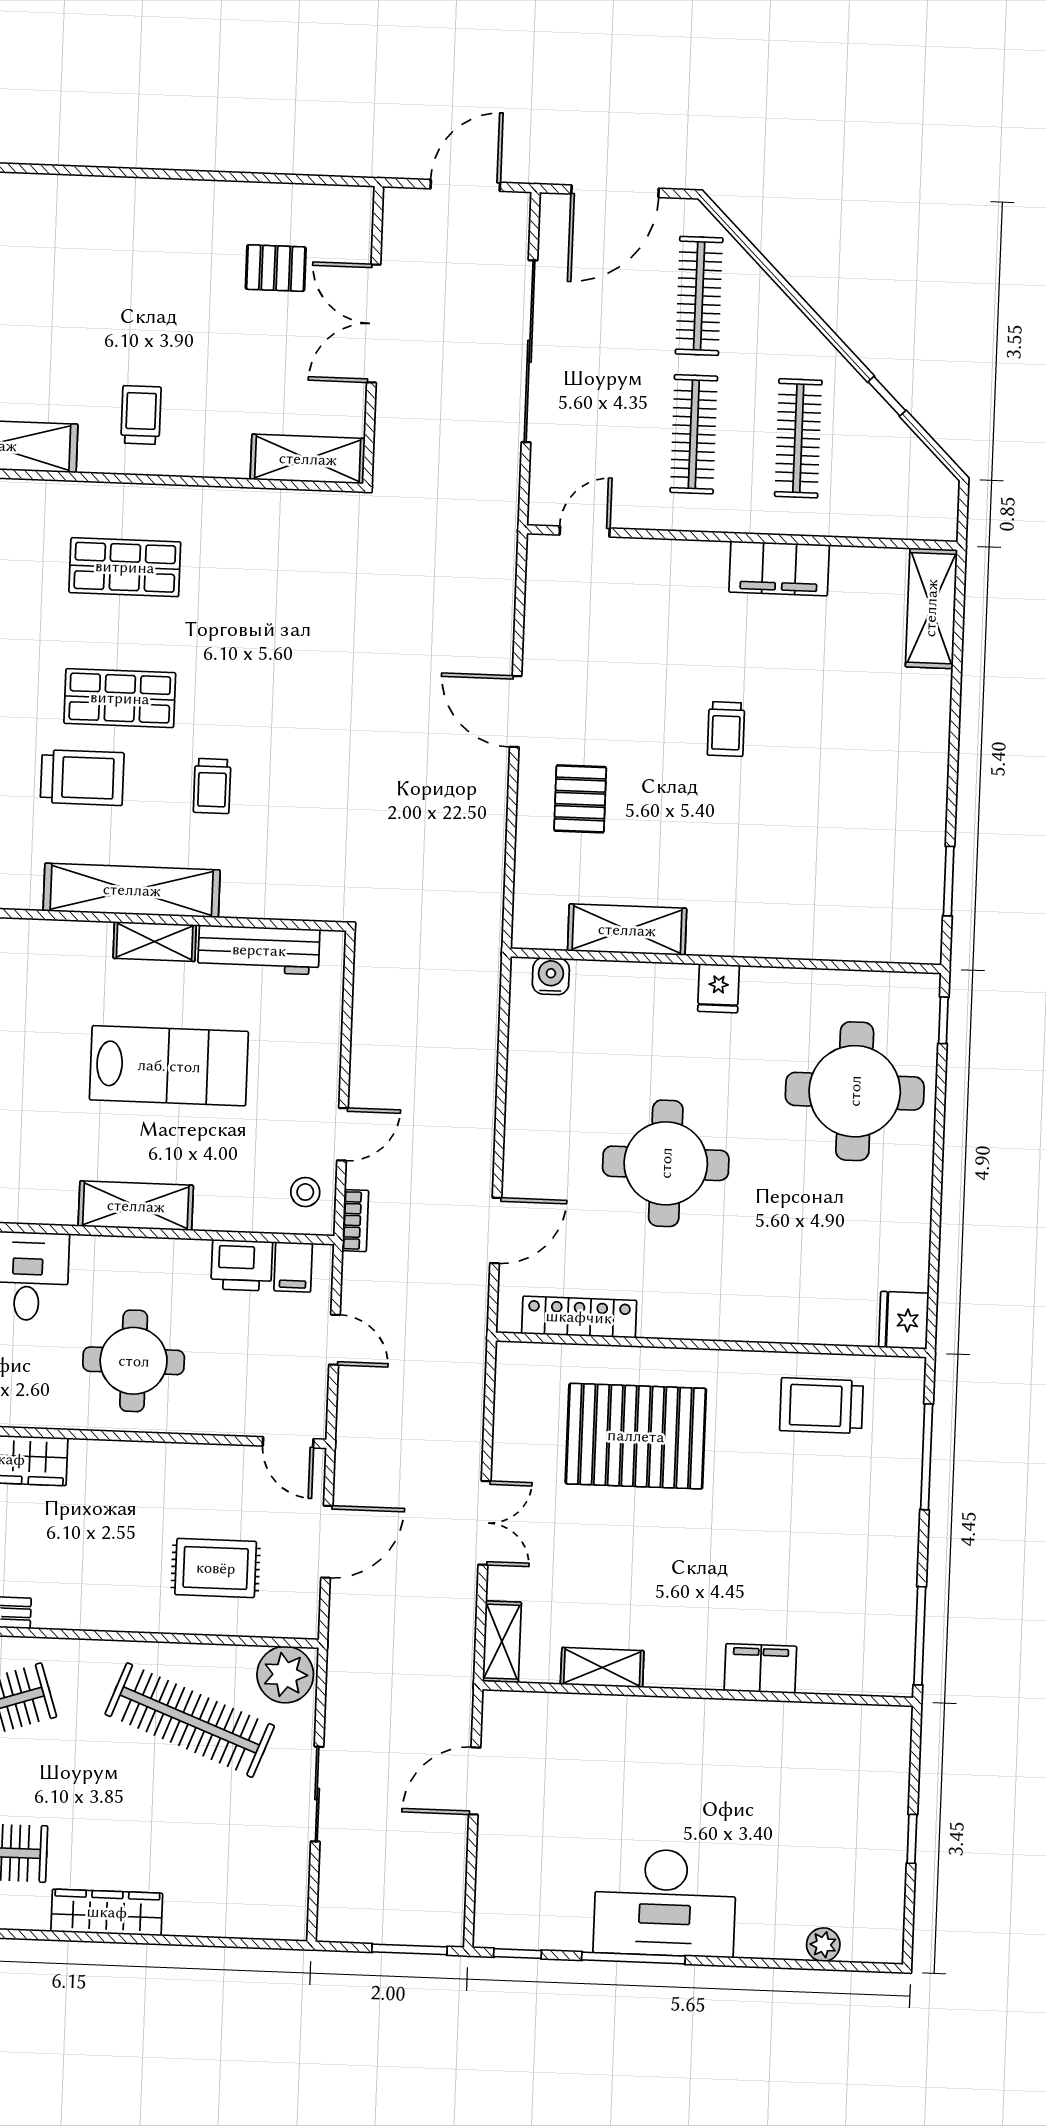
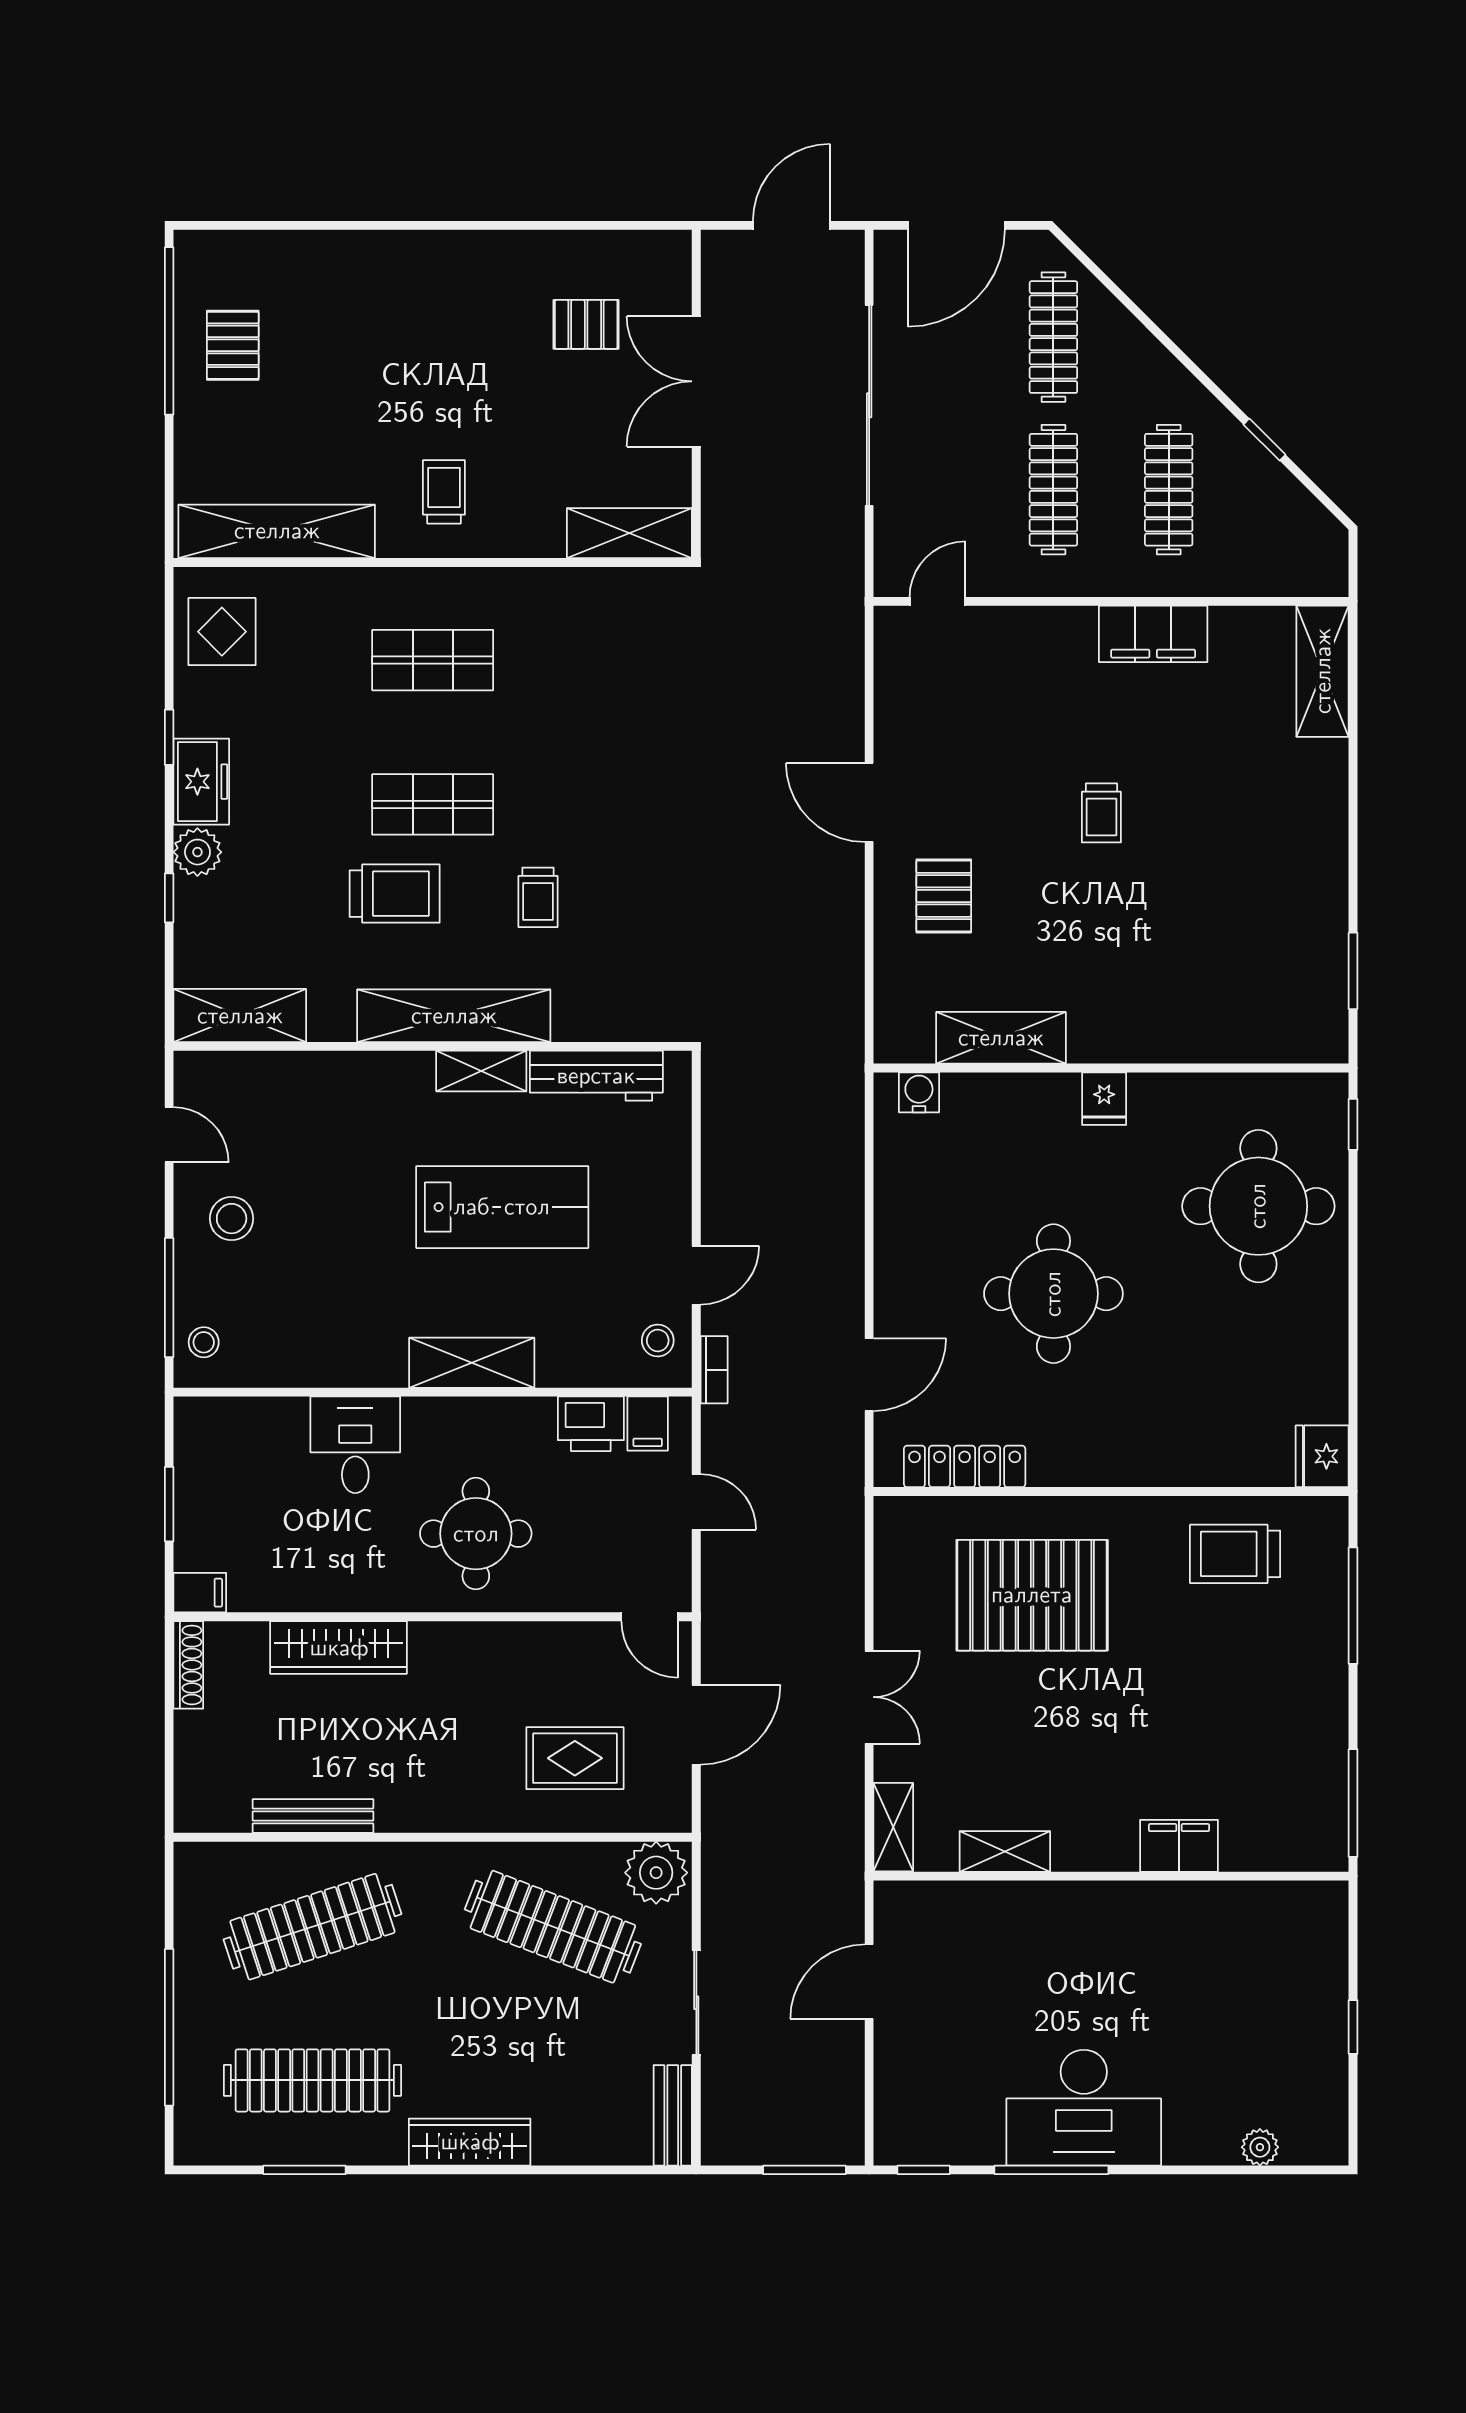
bench: (292, 1895) -> (673, 2115), added

